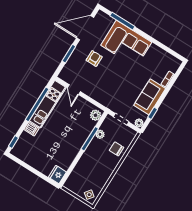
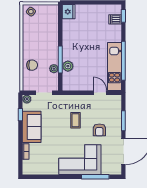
coffee table: (109, 79) -> (76, 120), added
plant: (96, 115) -> (68, 66), moved
dishwasher: (31, 129) -> (115, 19), moved

